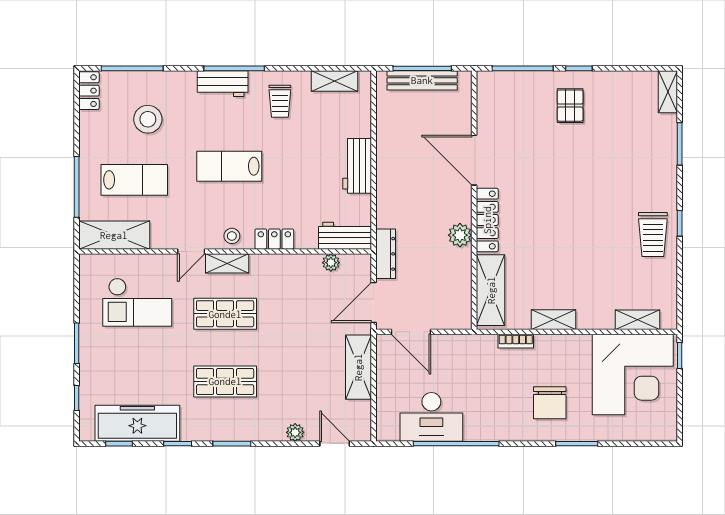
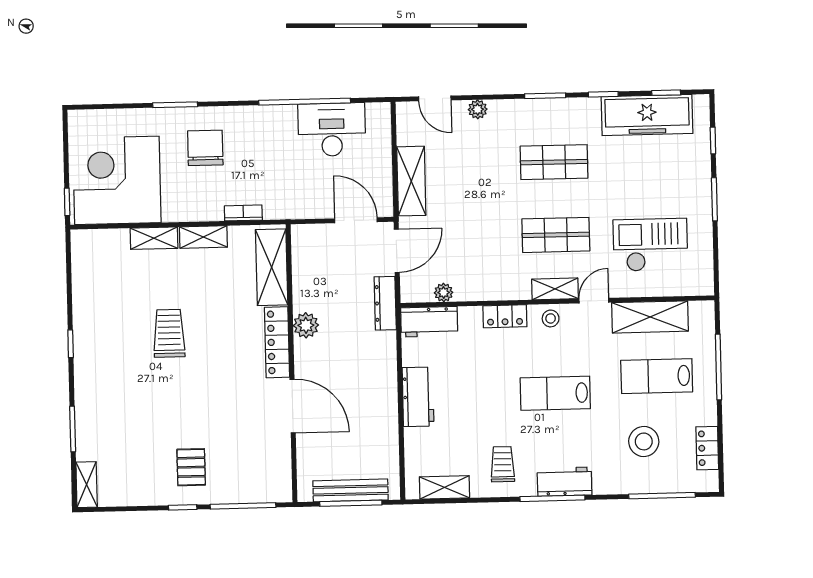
locker: (89, 91) -> (707, 448), moved
lab bench: (229, 166) -> (555, 393), turned 180
shelving: (114, 235) -> (650, 317), moved
trolley: (653, 235) -> (169, 333), moved
shelving: (637, 320) -> (154, 238), moved

